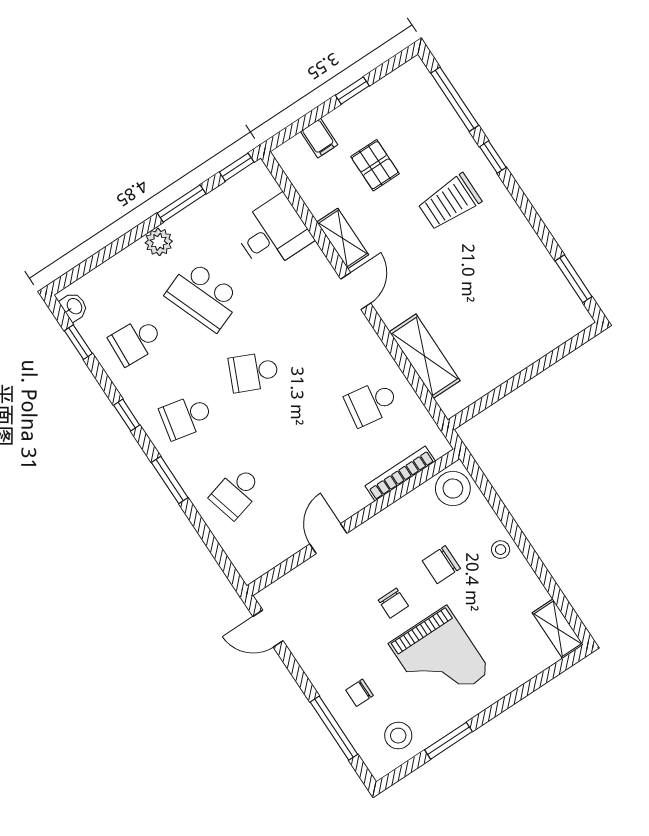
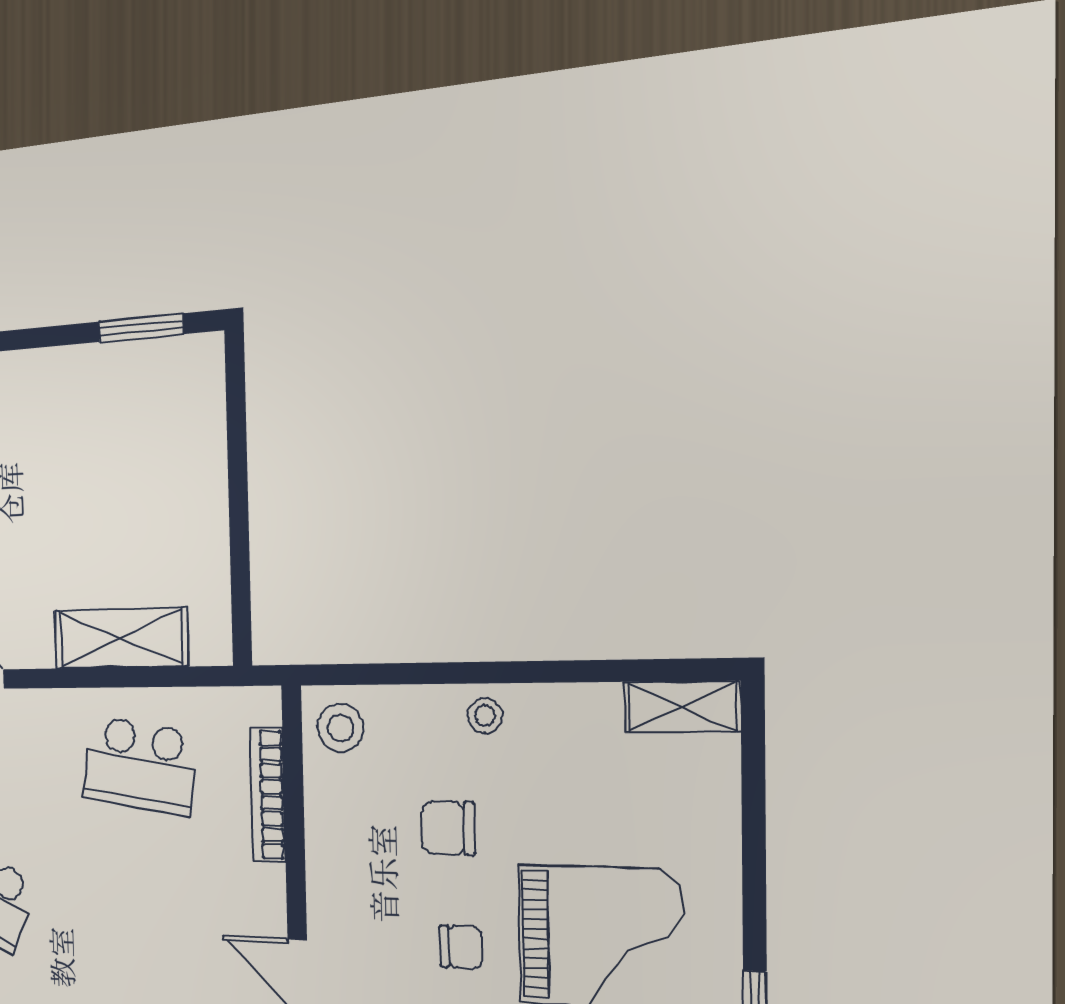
school desk: (371, 403) -> (141, 766), width x1.85
stool: (453, 489) -> (340, 728), width x0.73, depth x0.73
chair: (441, 565) -> (448, 828), turned 90

